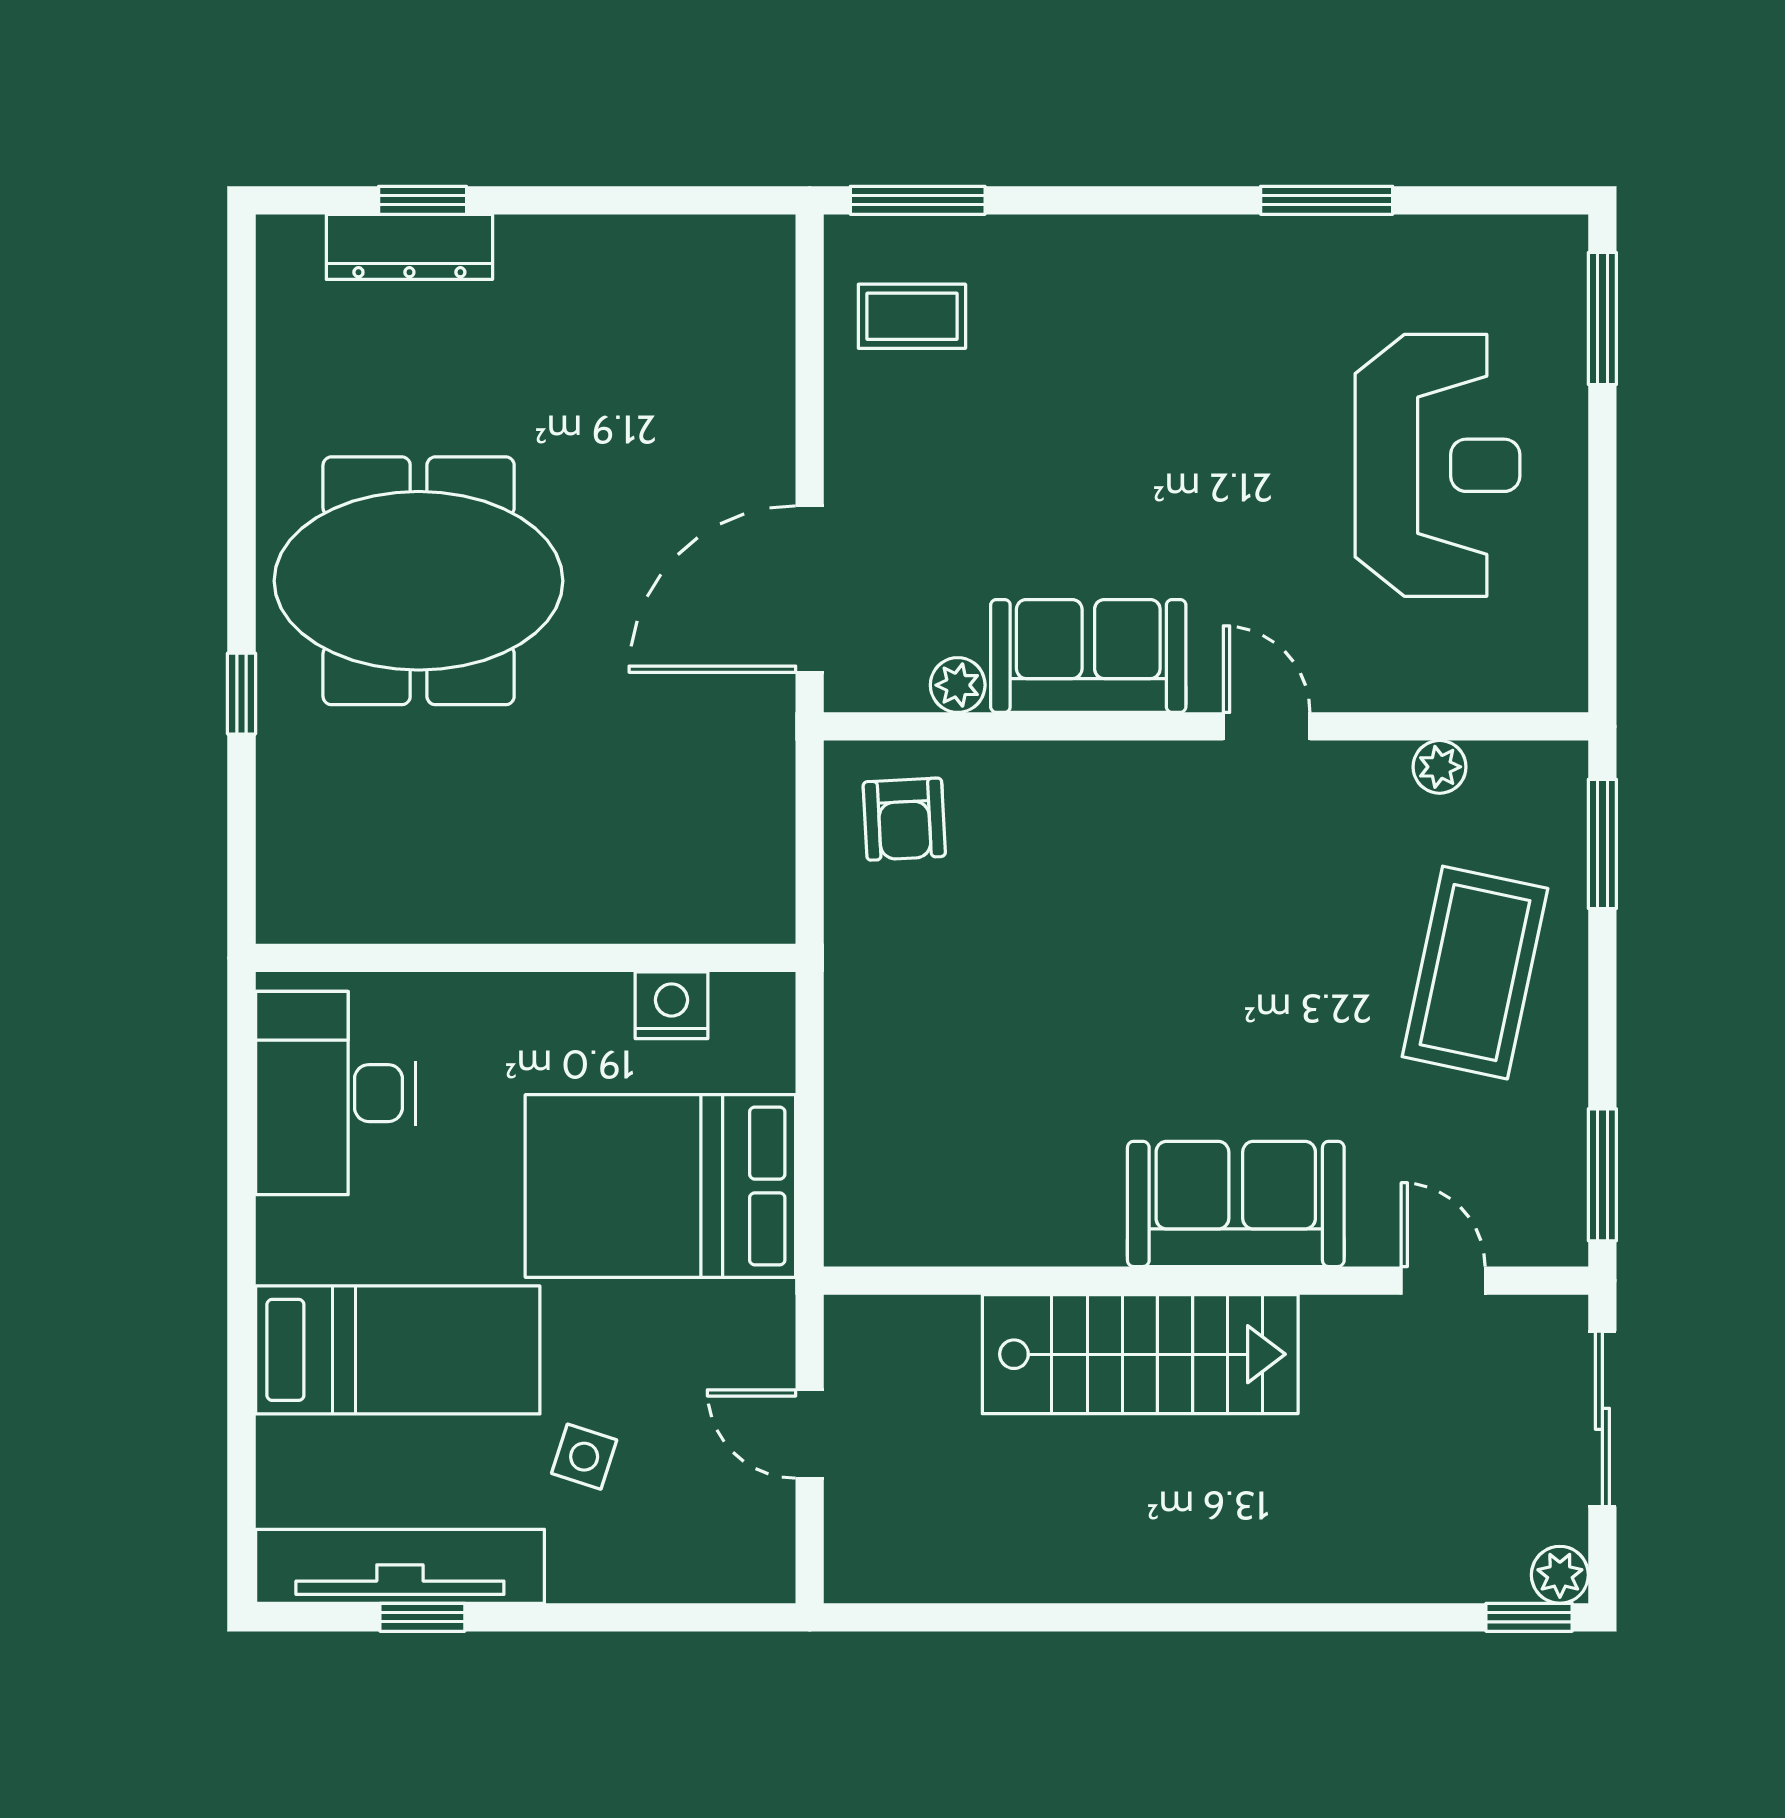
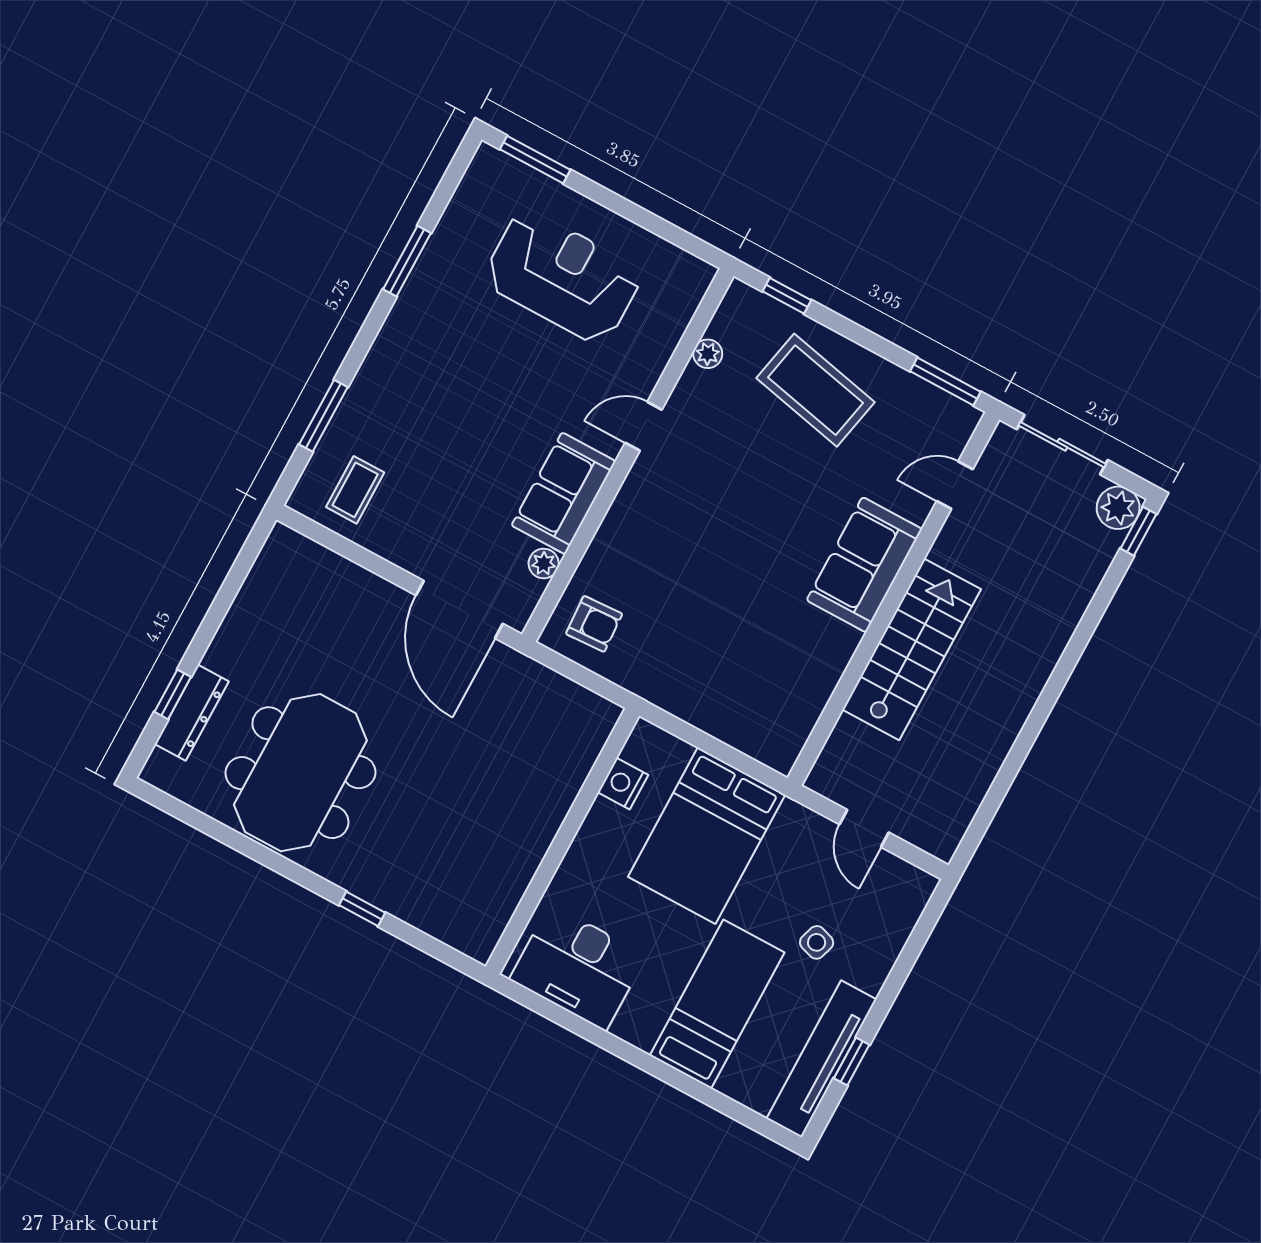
window: (918, 200) -> (323, 416), moved
meeting table: (419, 581) -> (300, 773), moved
window: (1602, 844) -> (787, 296), width x0.67
door: (810, 1434) -> (864, 828), hinge flipped
plant: (1560, 1575) -> (1118, 508), width x1.38, depth x1.38

